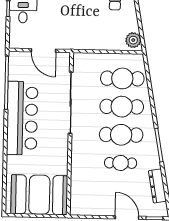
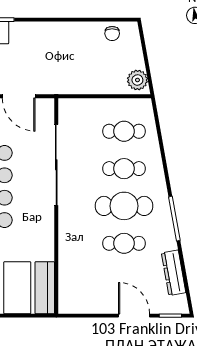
cafe table: (122, 78) -> (124, 131), width x0.73, depth x0.74
cafe table: (122, 107) -> (124, 169), width x0.73, depth x0.74

